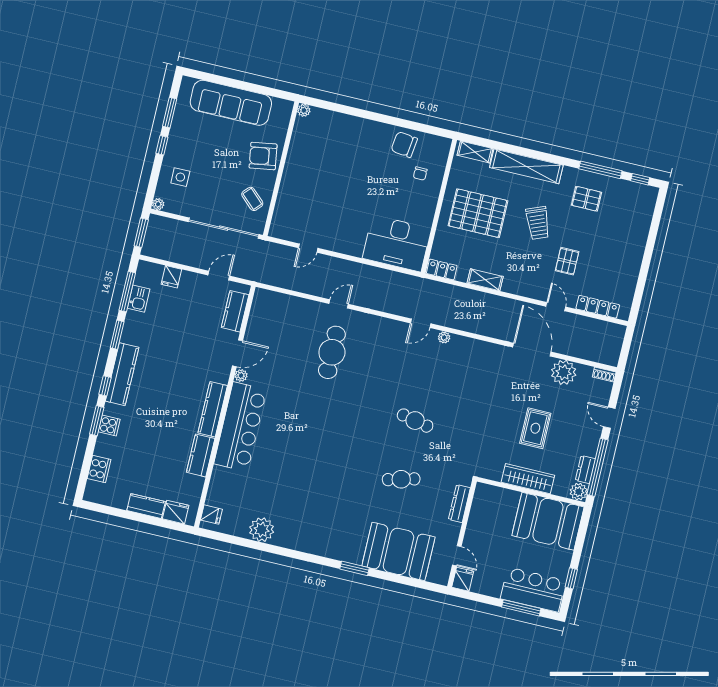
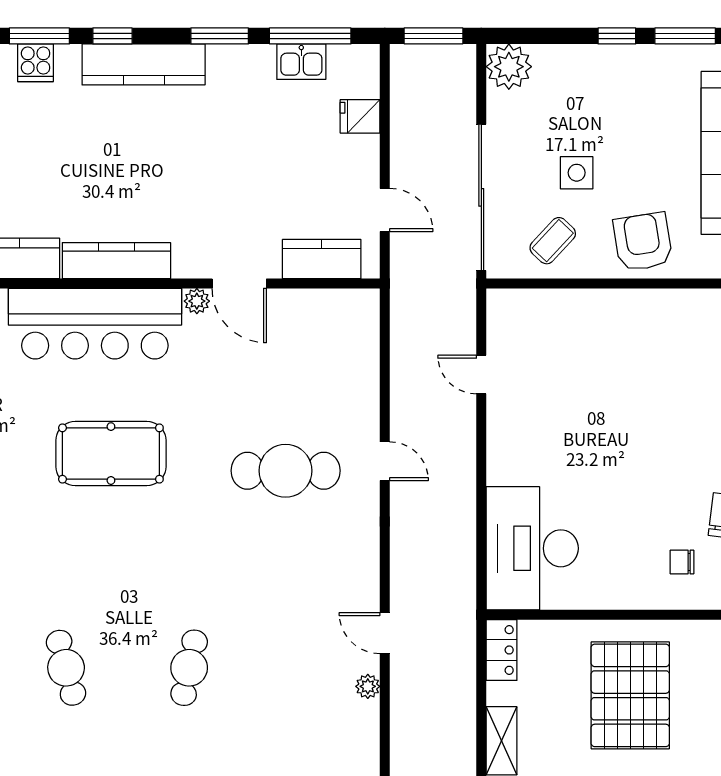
side table: (180, 177) -> (577, 173), moved
plant: (158, 204) -> (509, 67), width x1.88, depth x1.88
pool table: (304, 434) -> (111, 454), added

